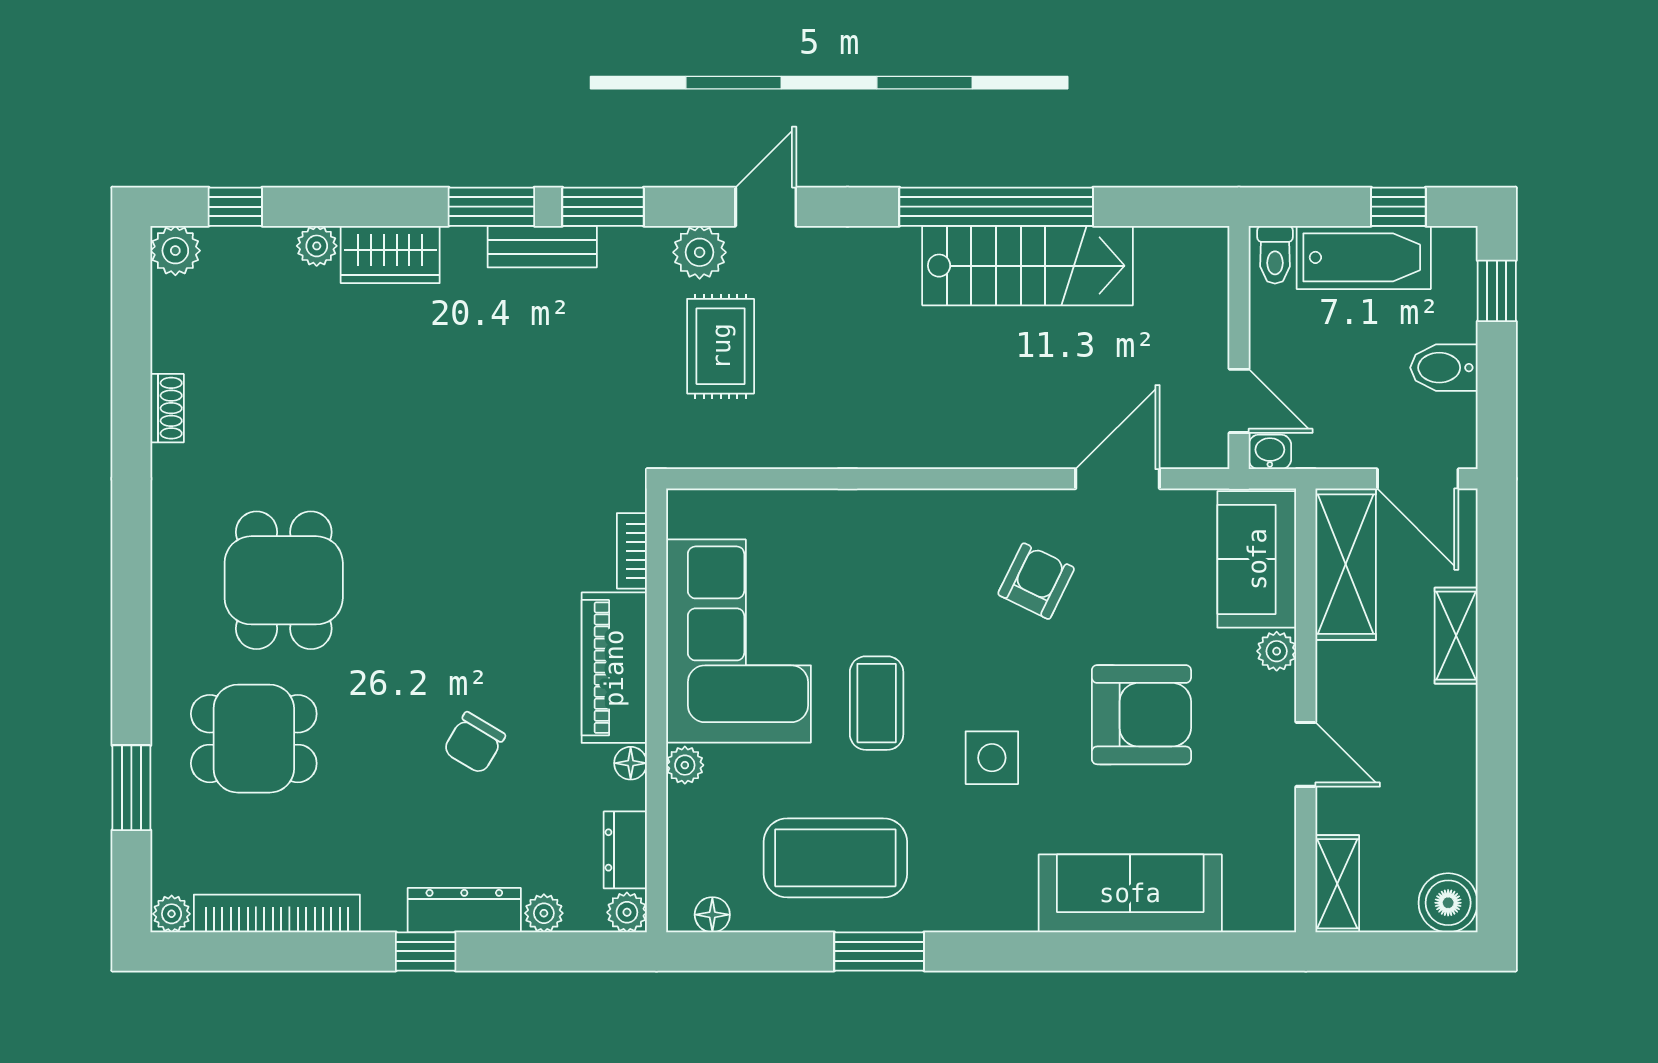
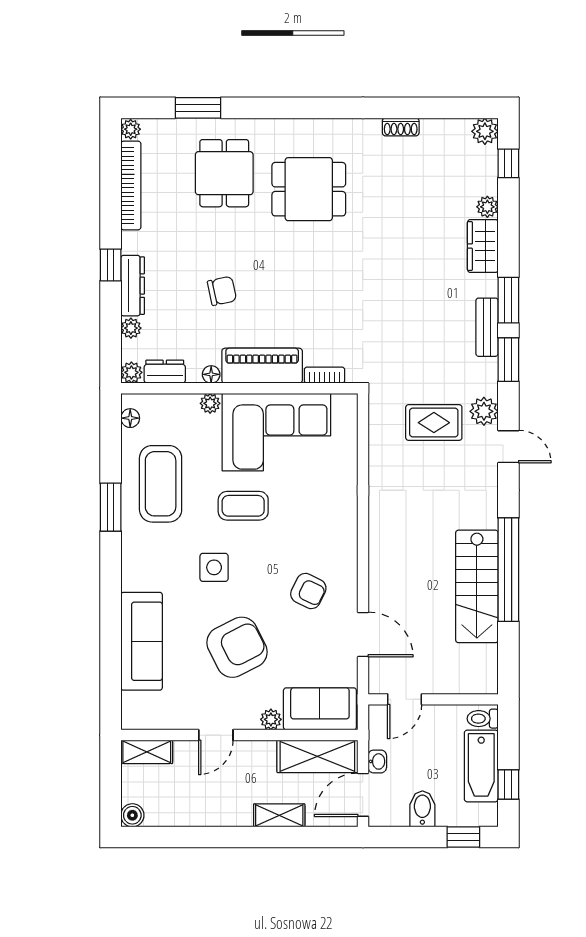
washbasin: (1270, 452) -> (377, 761), moved
armchair: (1141, 715) -> (237, 647), turned -117
chair: (474, 743) -> (222, 291), turned 137
boiler: (1448, 903) -> (132, 815), width x0.73, depth x0.73

